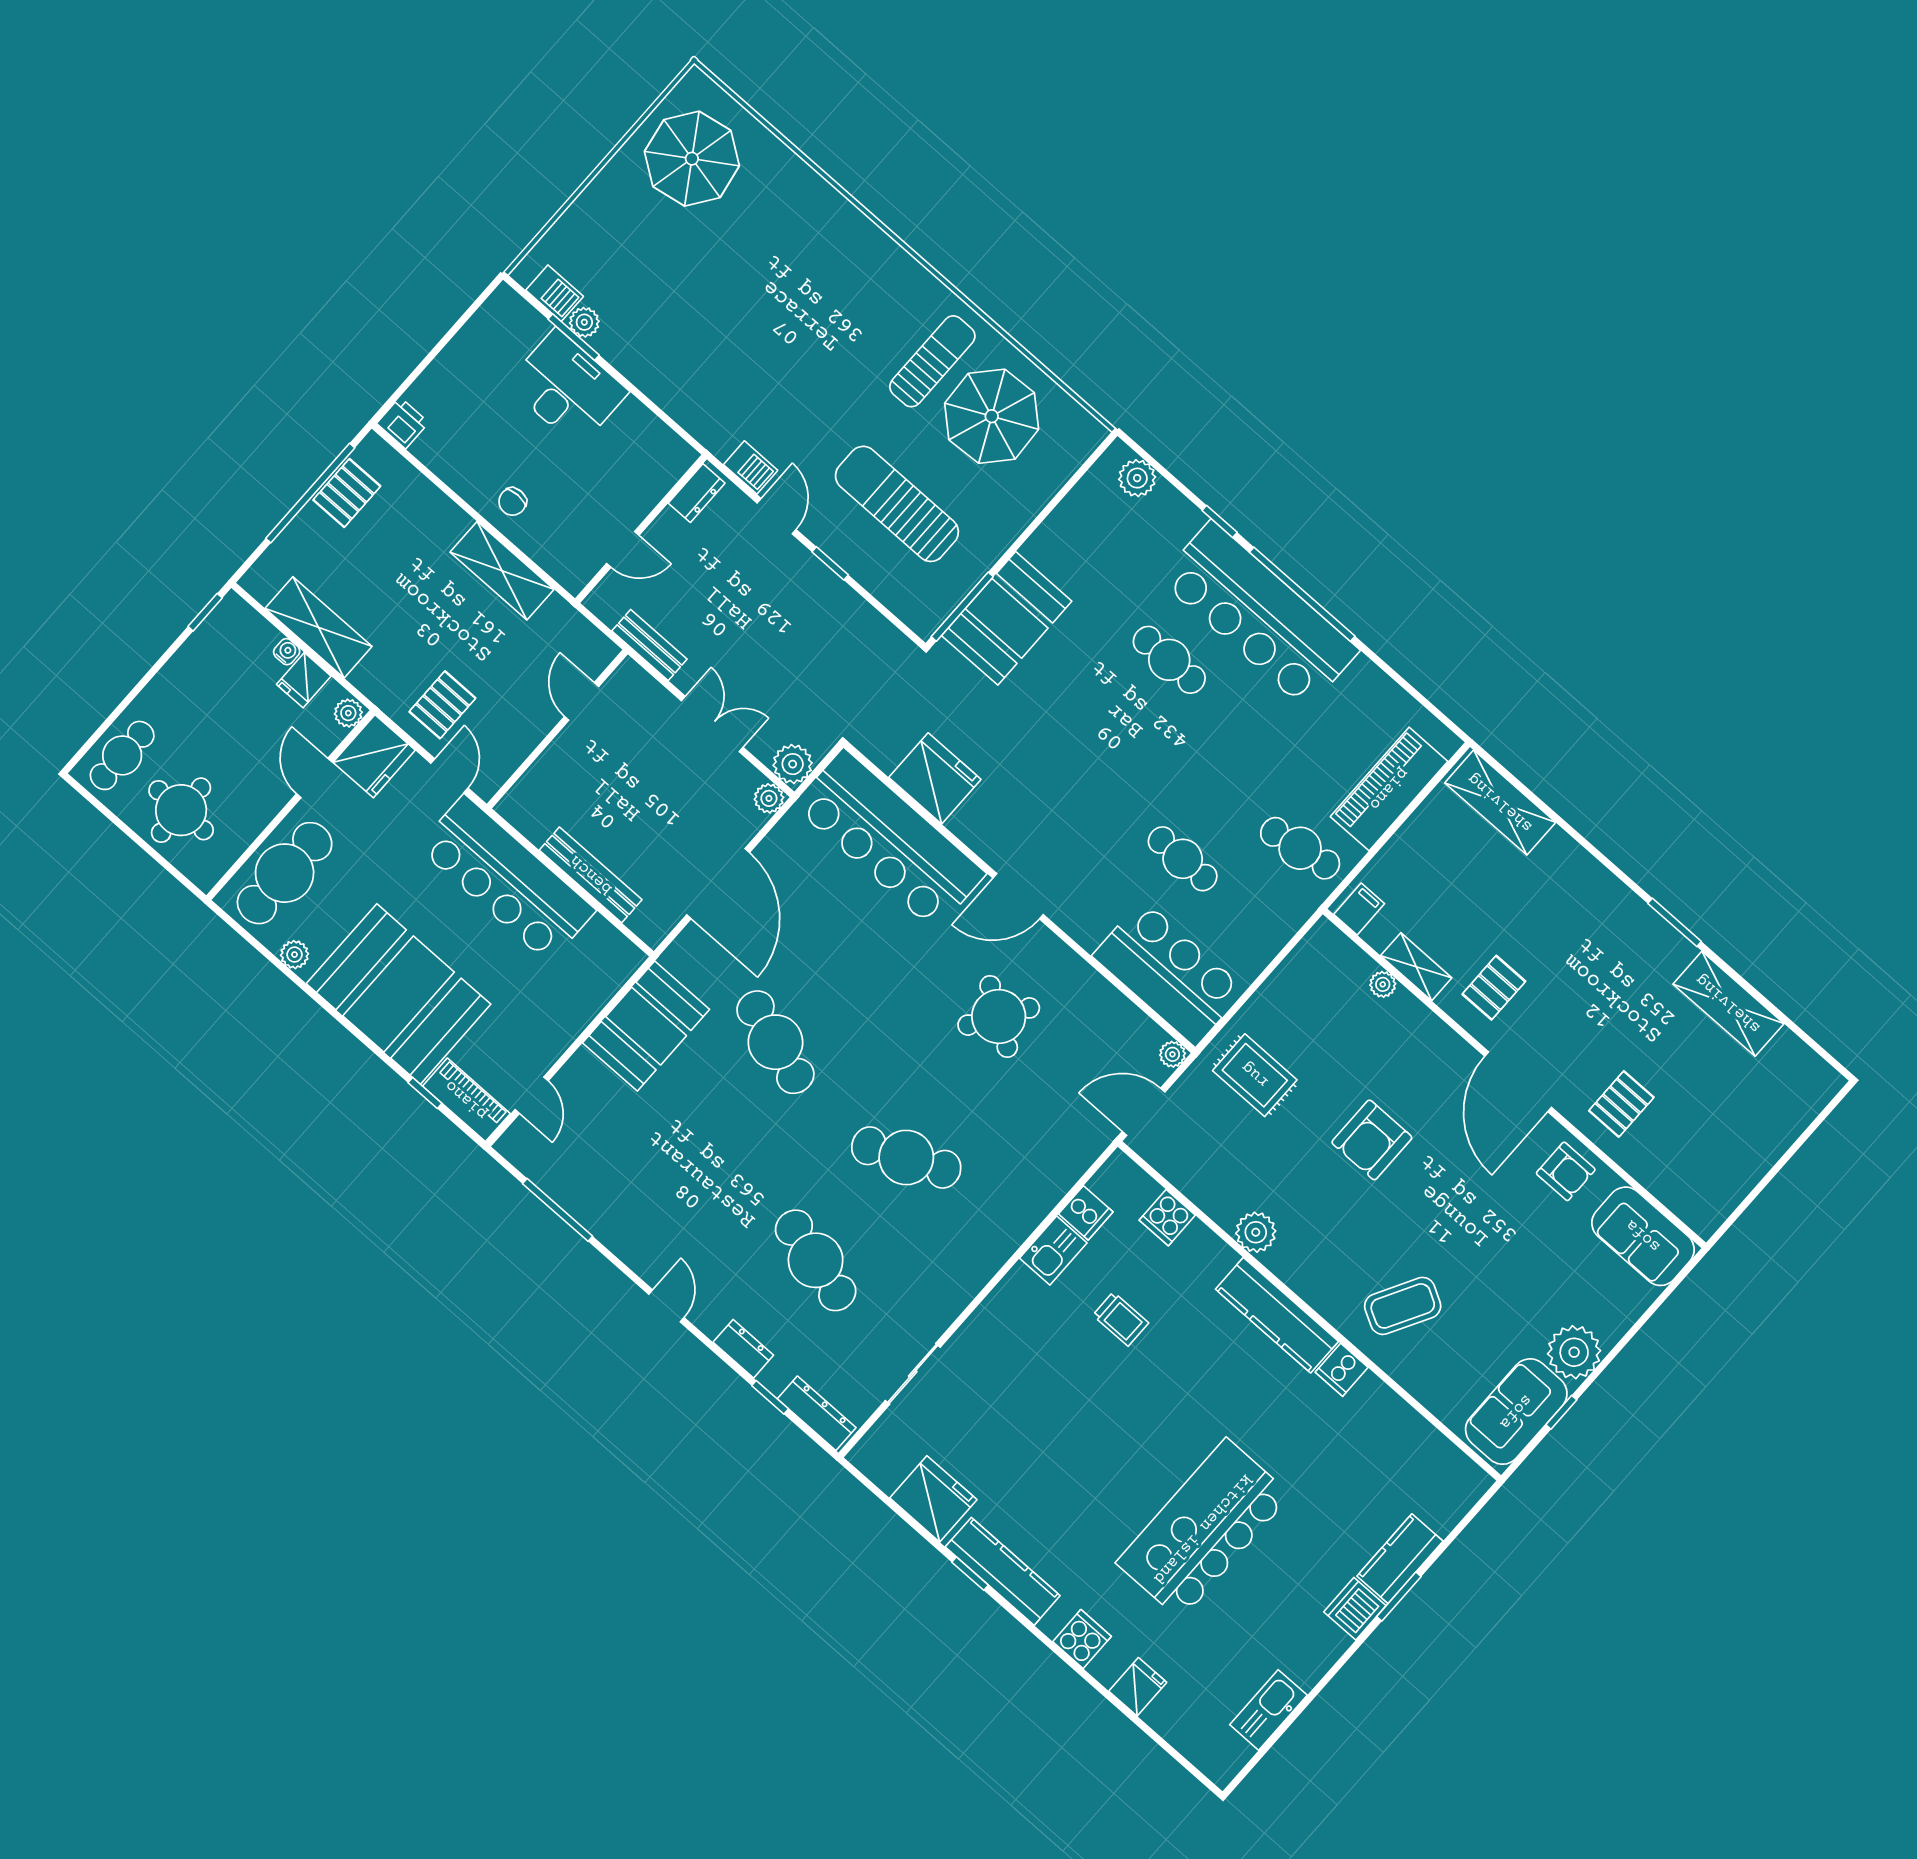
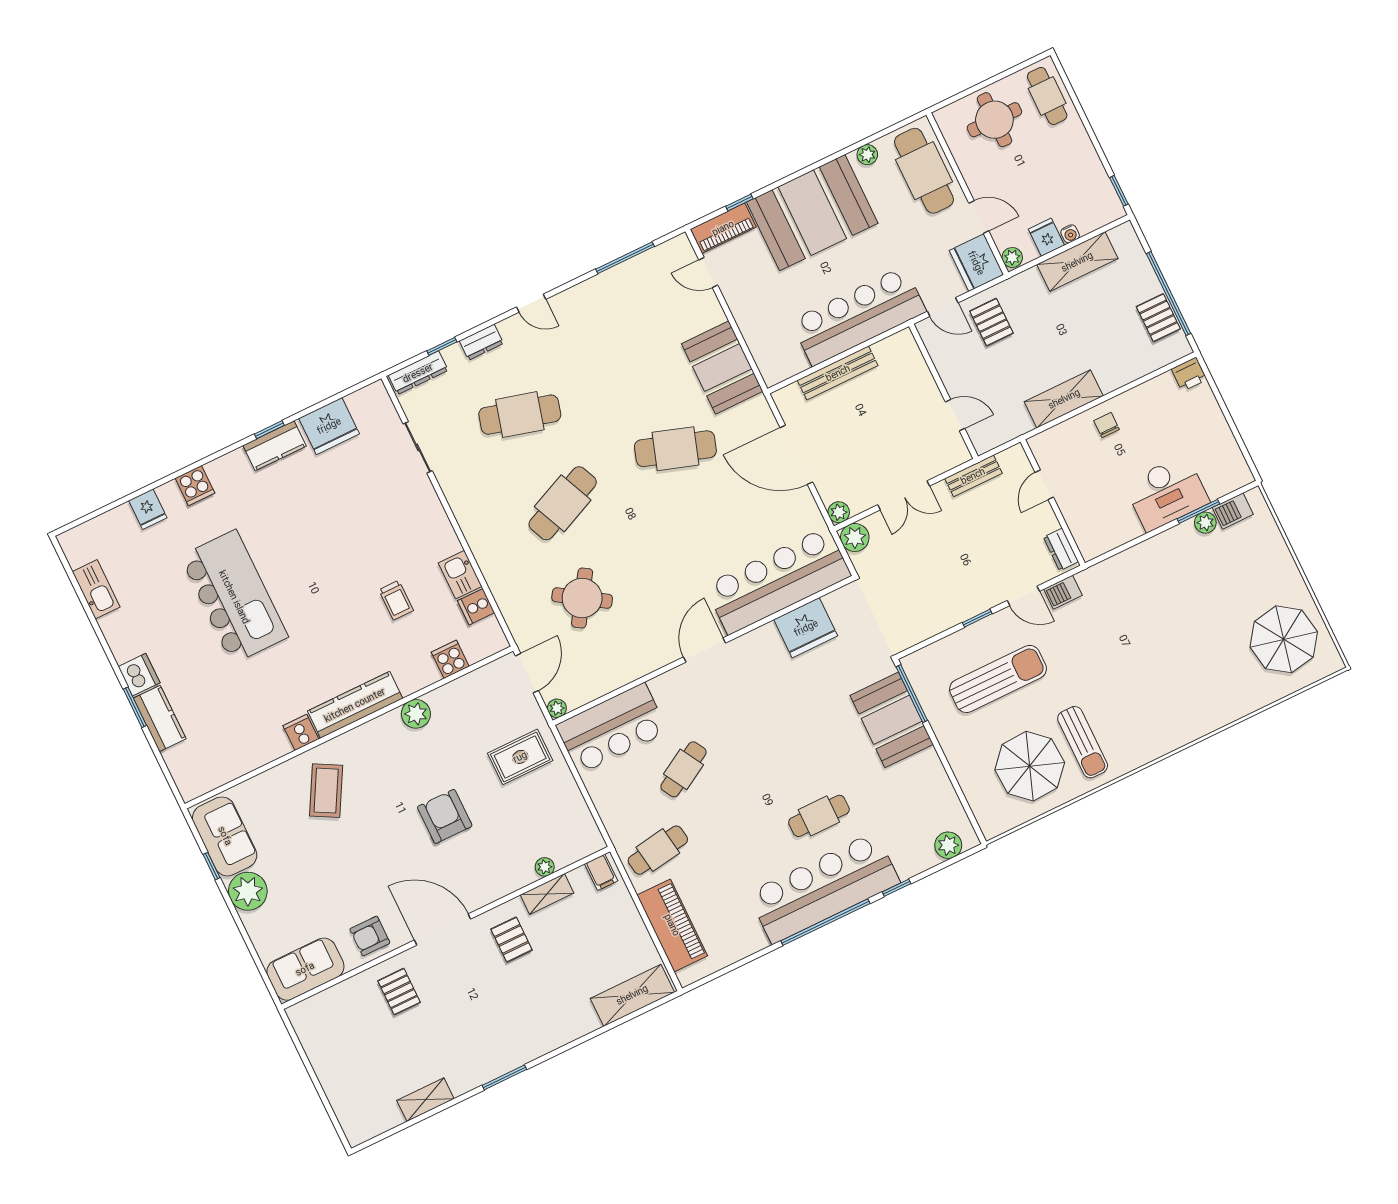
cafe table: (1183, 859) -> (683, 769), turned -30
shelving: (1728, 1004) -> (425, 1100), width x0.67, depth x0.75
round table: (999, 1016) -> (582, 598), moved
trolley: (1121, 1319) -> (396, 600), turned -90
kitchen counter: (1003, 1571) -> (275, 446), width x0.67

